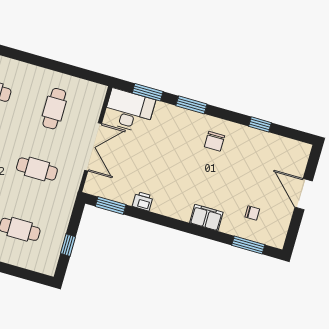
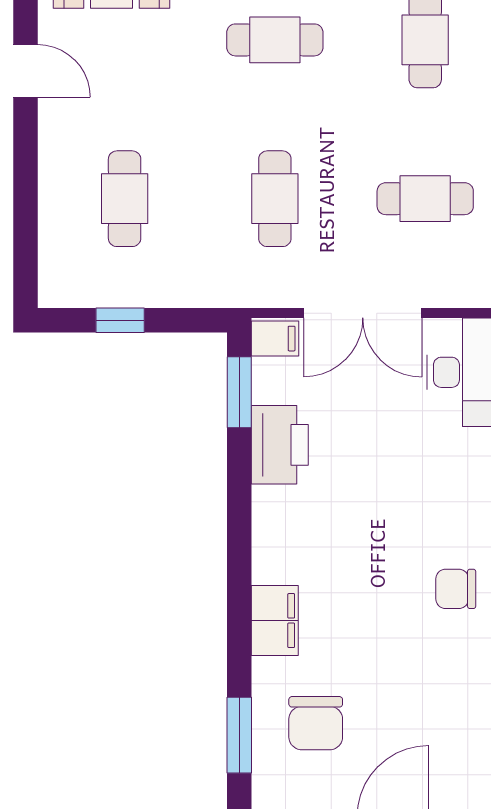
filing cabinet: (93, 185) -> (275, 339), added
printer: (143, 201) -> (280, 445), width x1.87, depth x1.48
chair: (252, 213) -> (316, 723), width x1.87, depth x1.87

